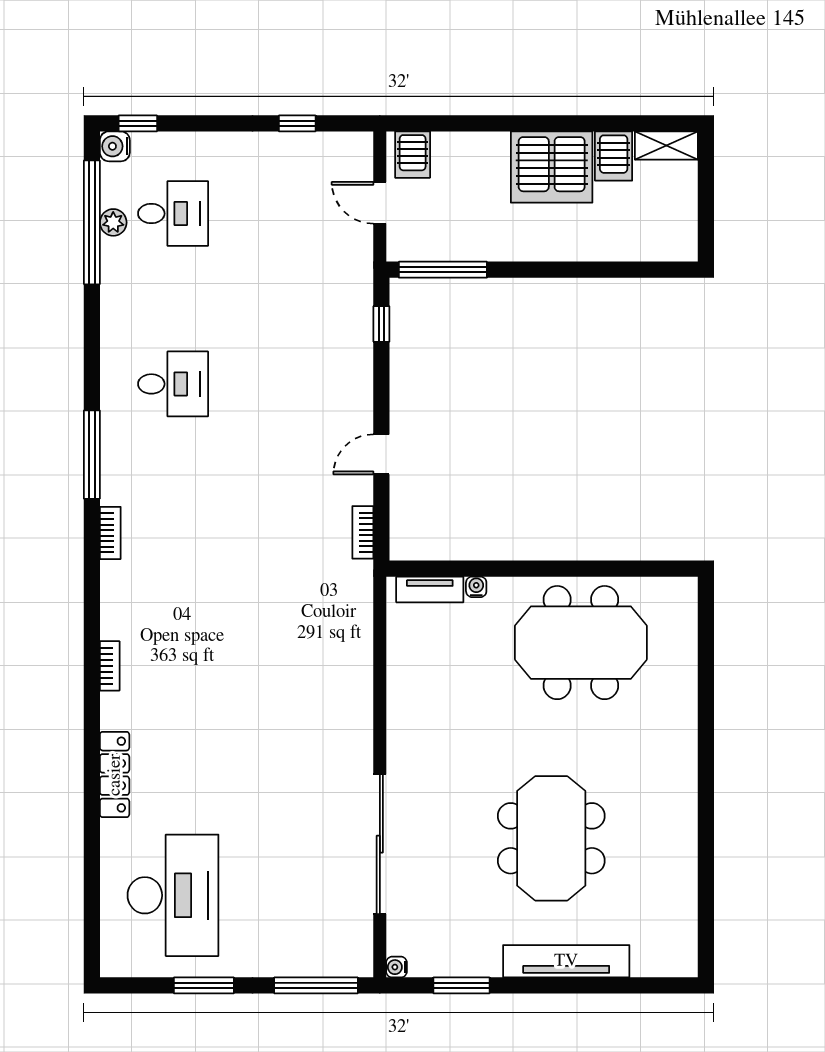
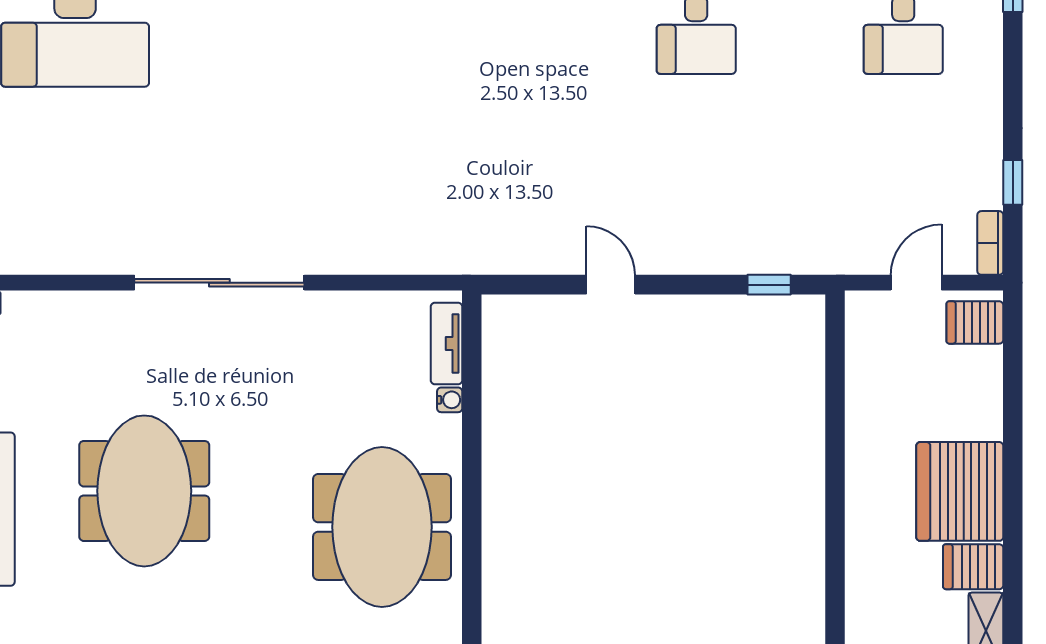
window: (443, 270) -> (835, 359), removed
bookcase: (363, 532) -> (990, 243), moved, turned -90
meeting table: (551, 838) -> (144, 491), turned 90
sliding door: (380, 844) -> (219, 283), moved

